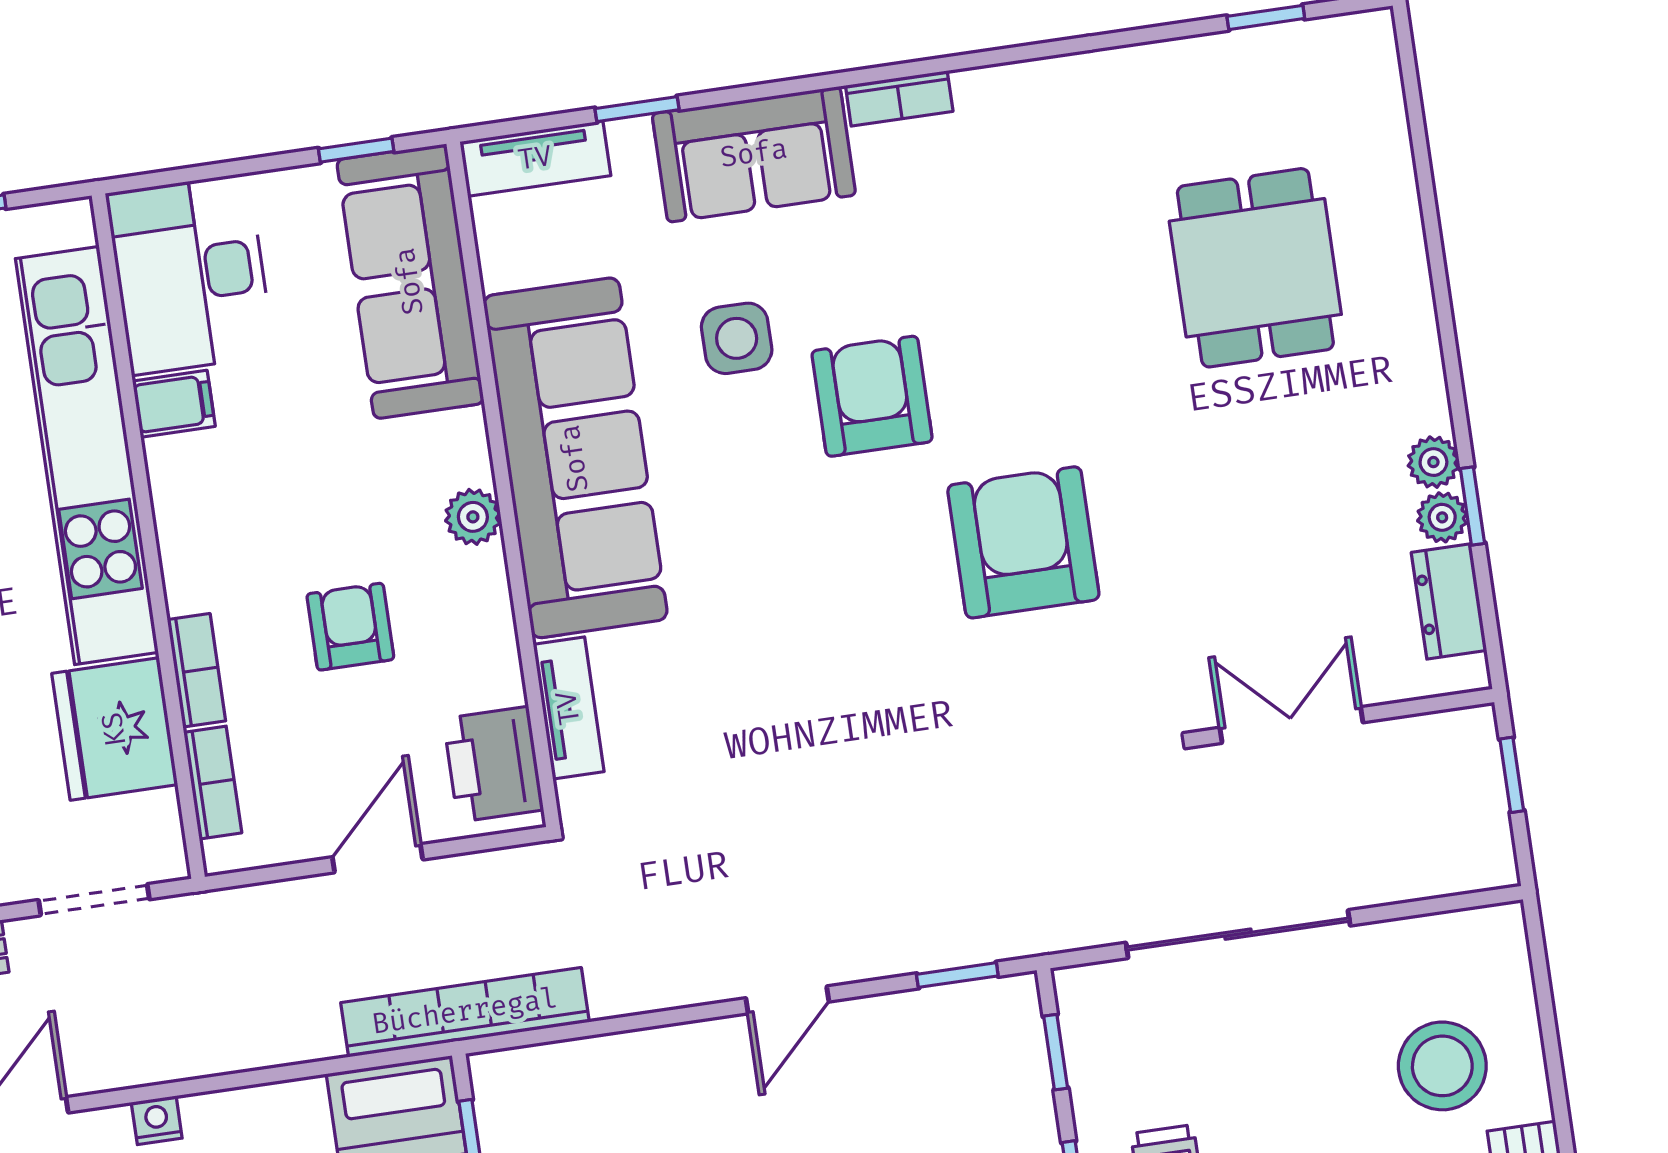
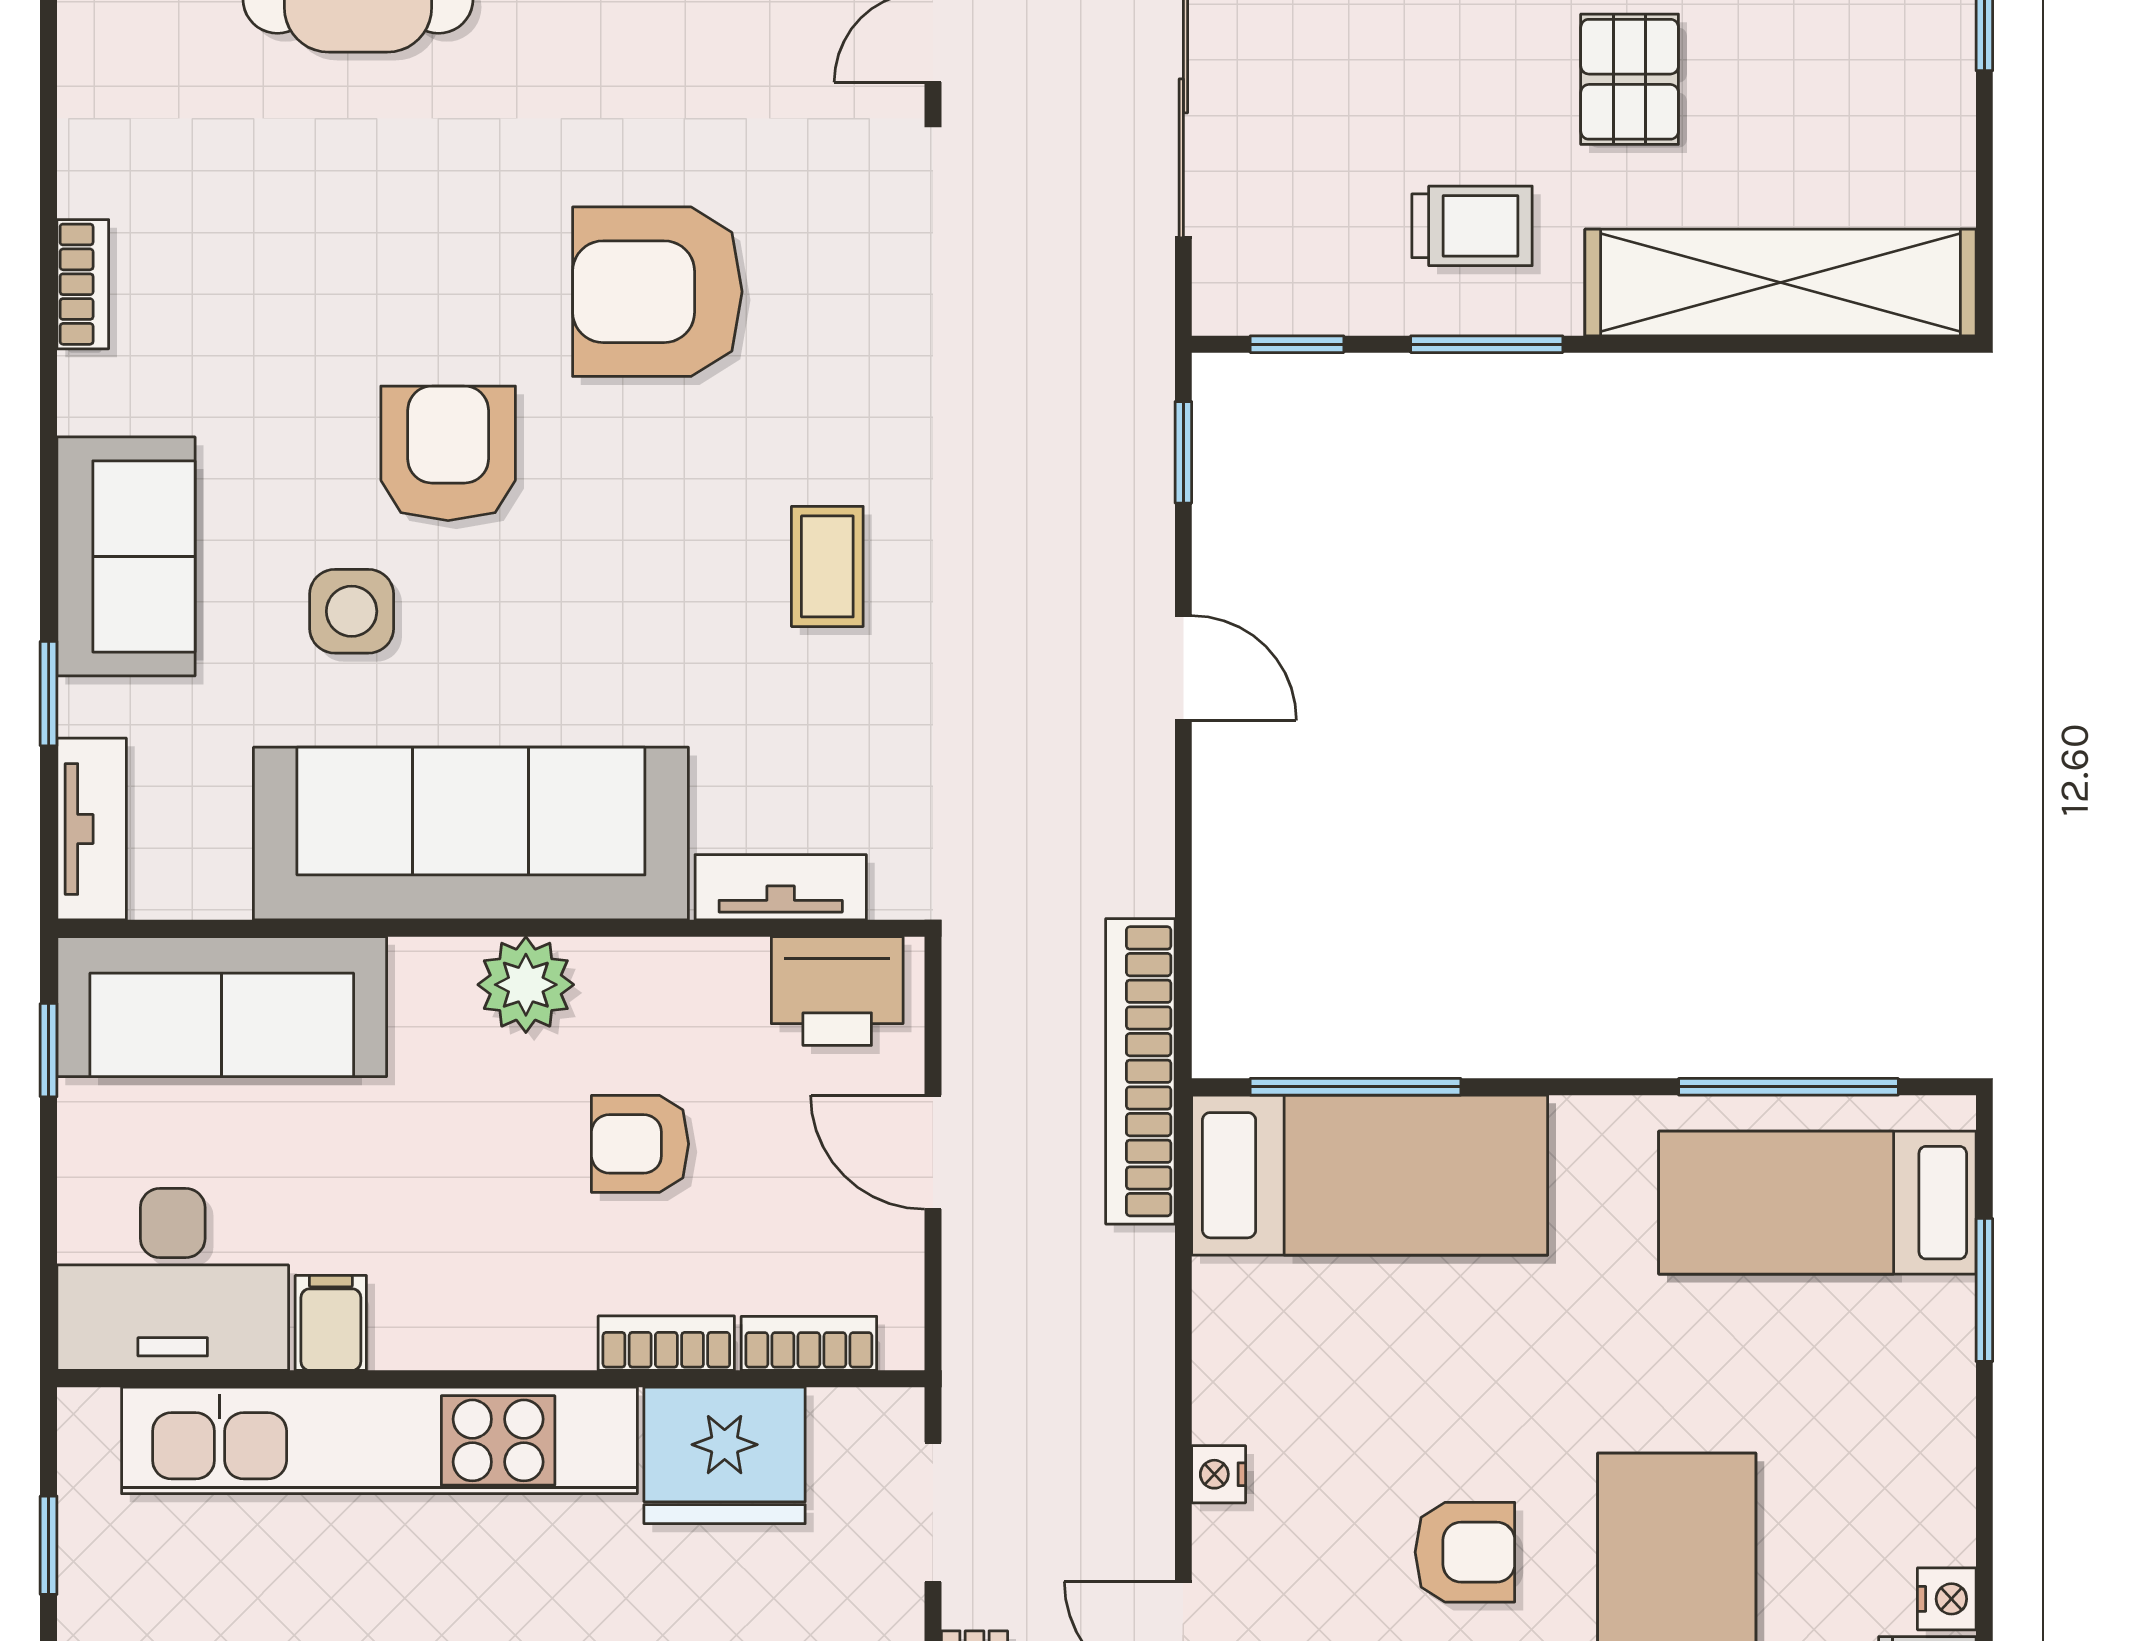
bookcase: (899, 98) -> (83, 284), moved
armchair: (872, 396) -> (448, 453), turned 90
plant: (473, 517) -> (526, 985), width x1.38, depth x1.38
coffee table: (827, 708) -> (827, 566), added

